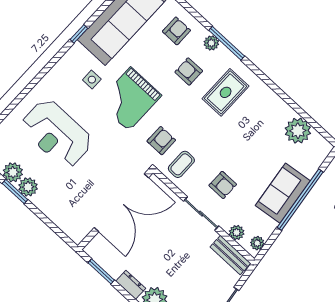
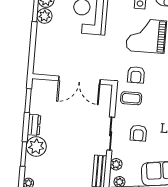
armchair: (161, 141) -> (136, 75), turned 90
double door: (121, 203) -> (79, 80), width x0.73

